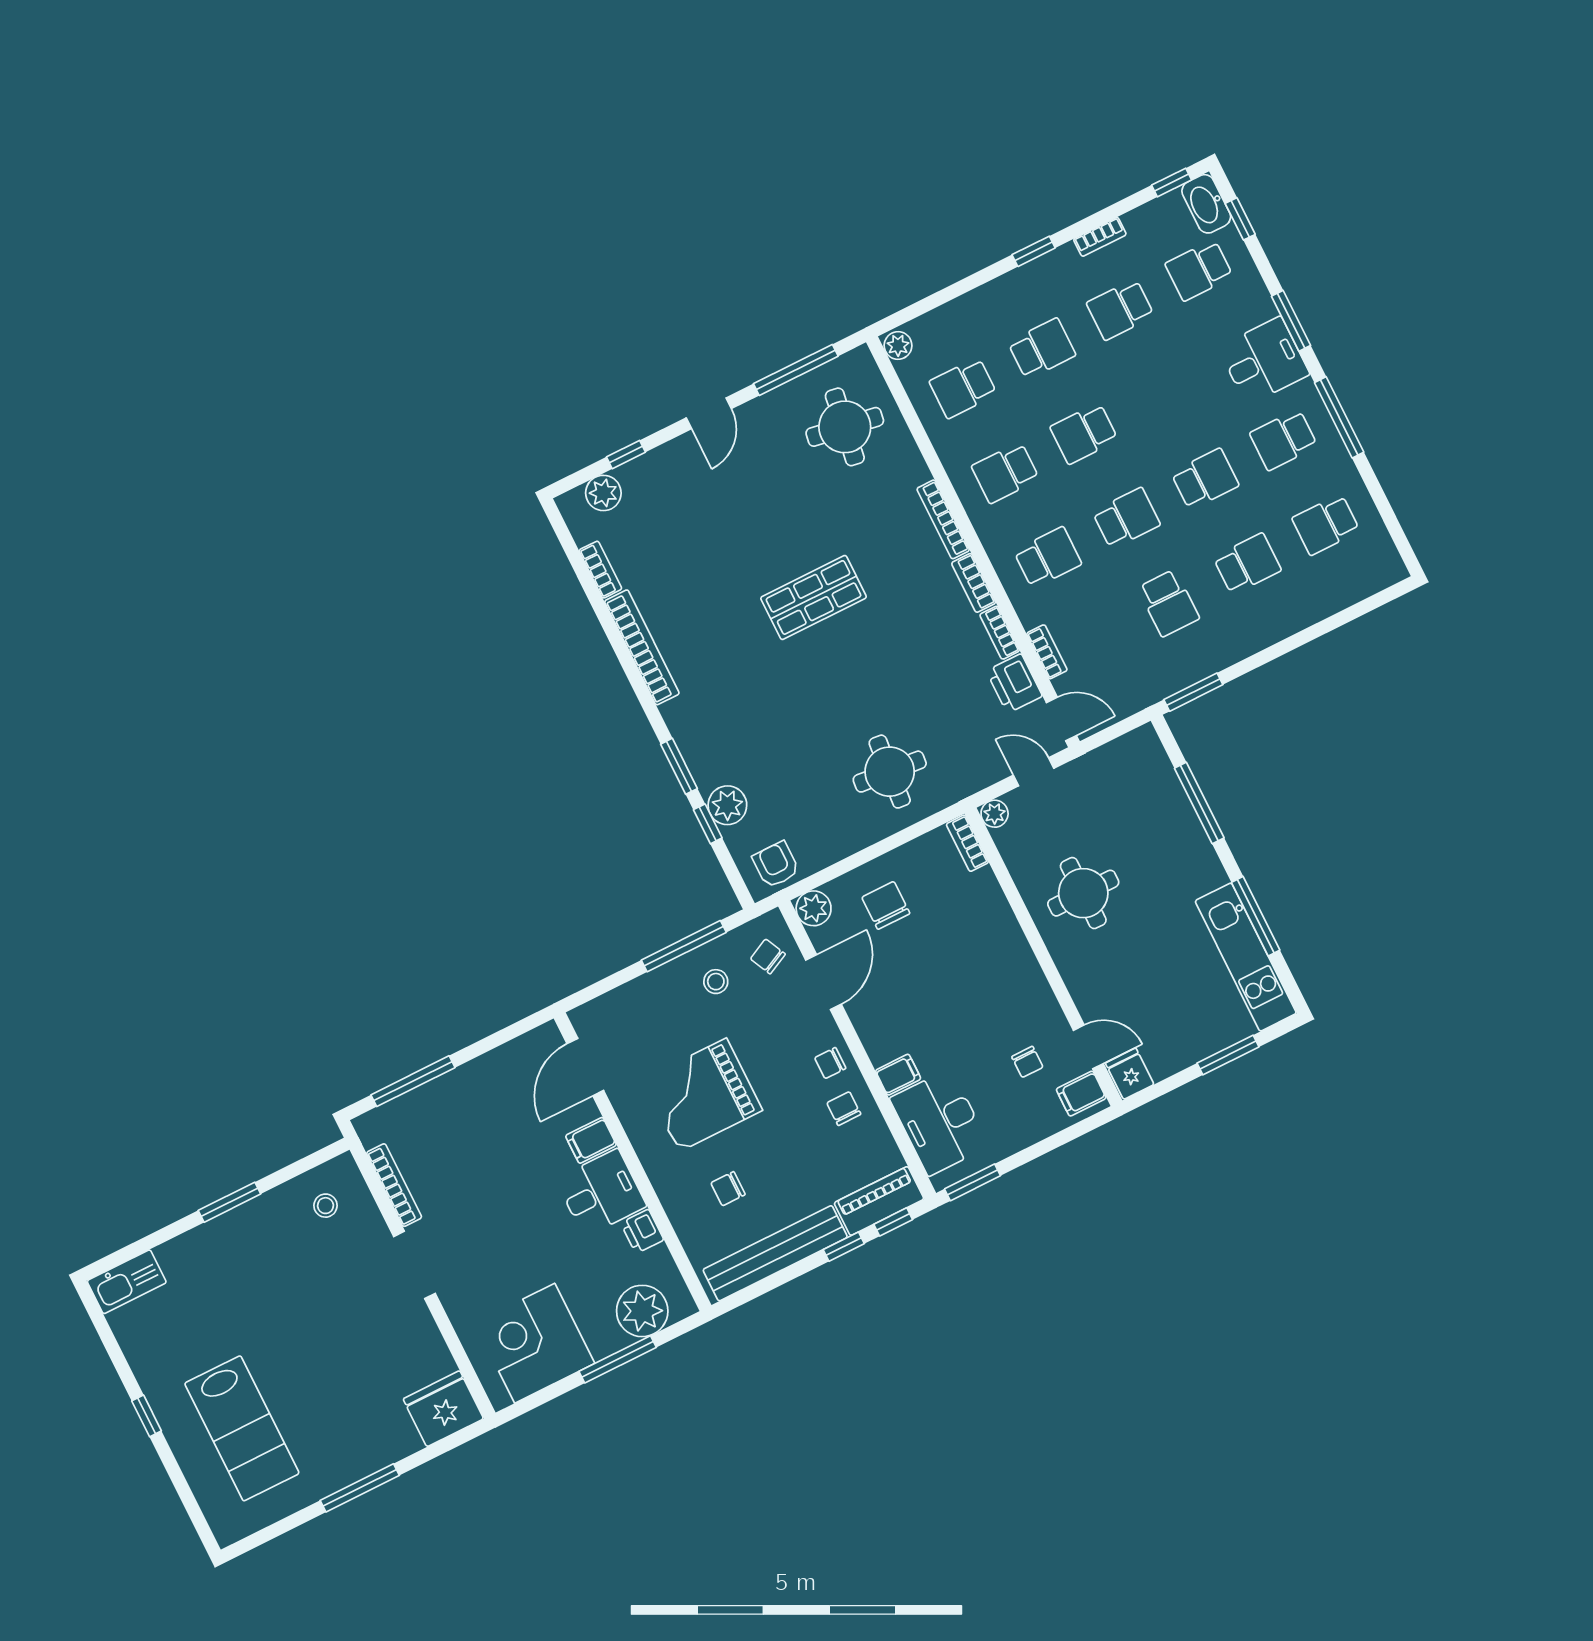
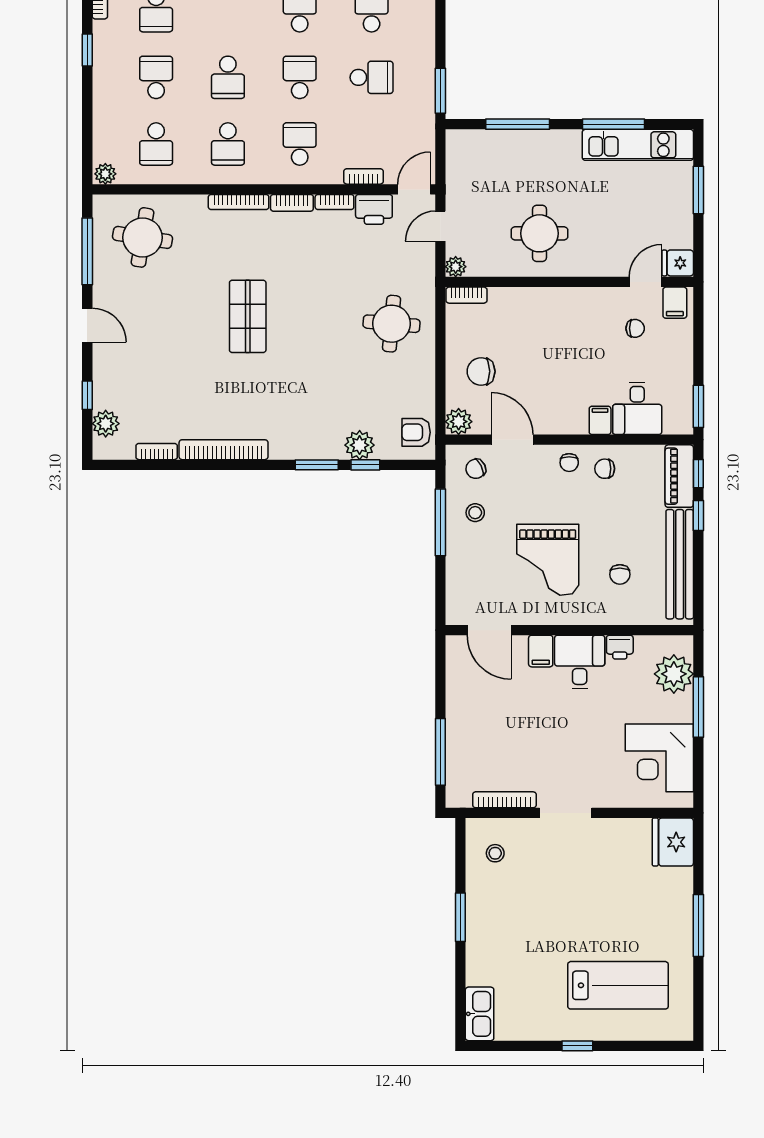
desk: (940, 1122) -> (637, 408), width x0.73

